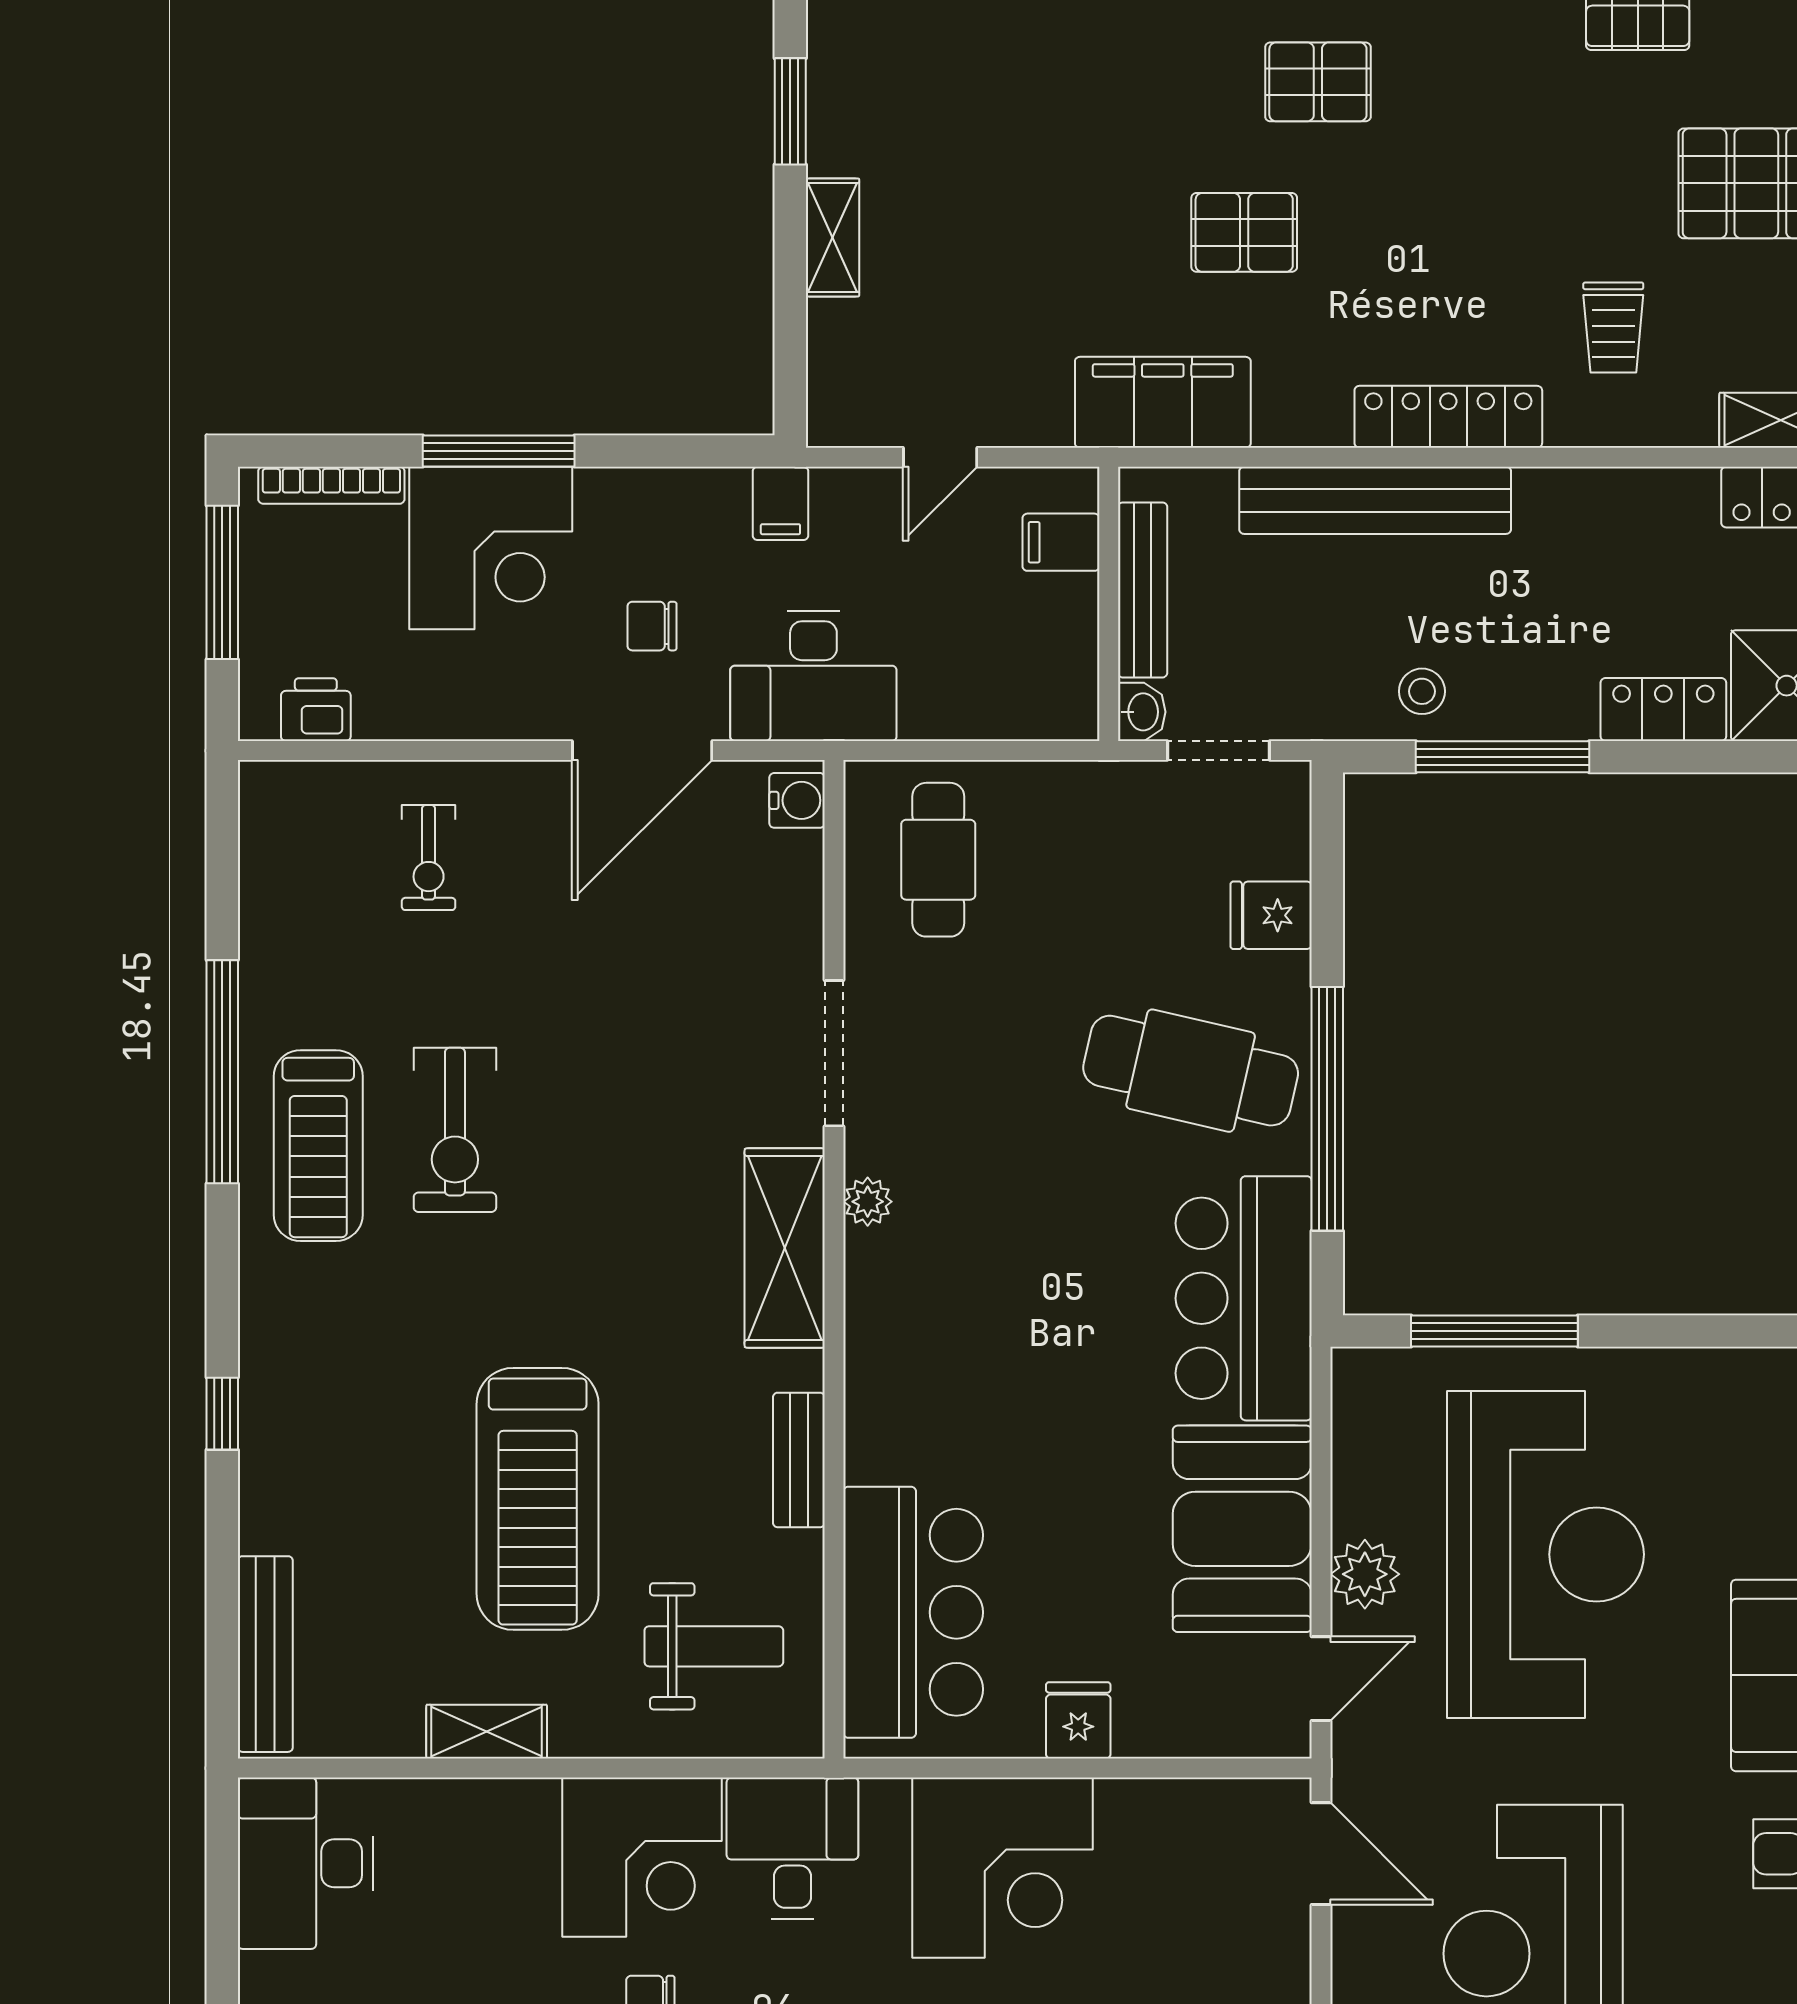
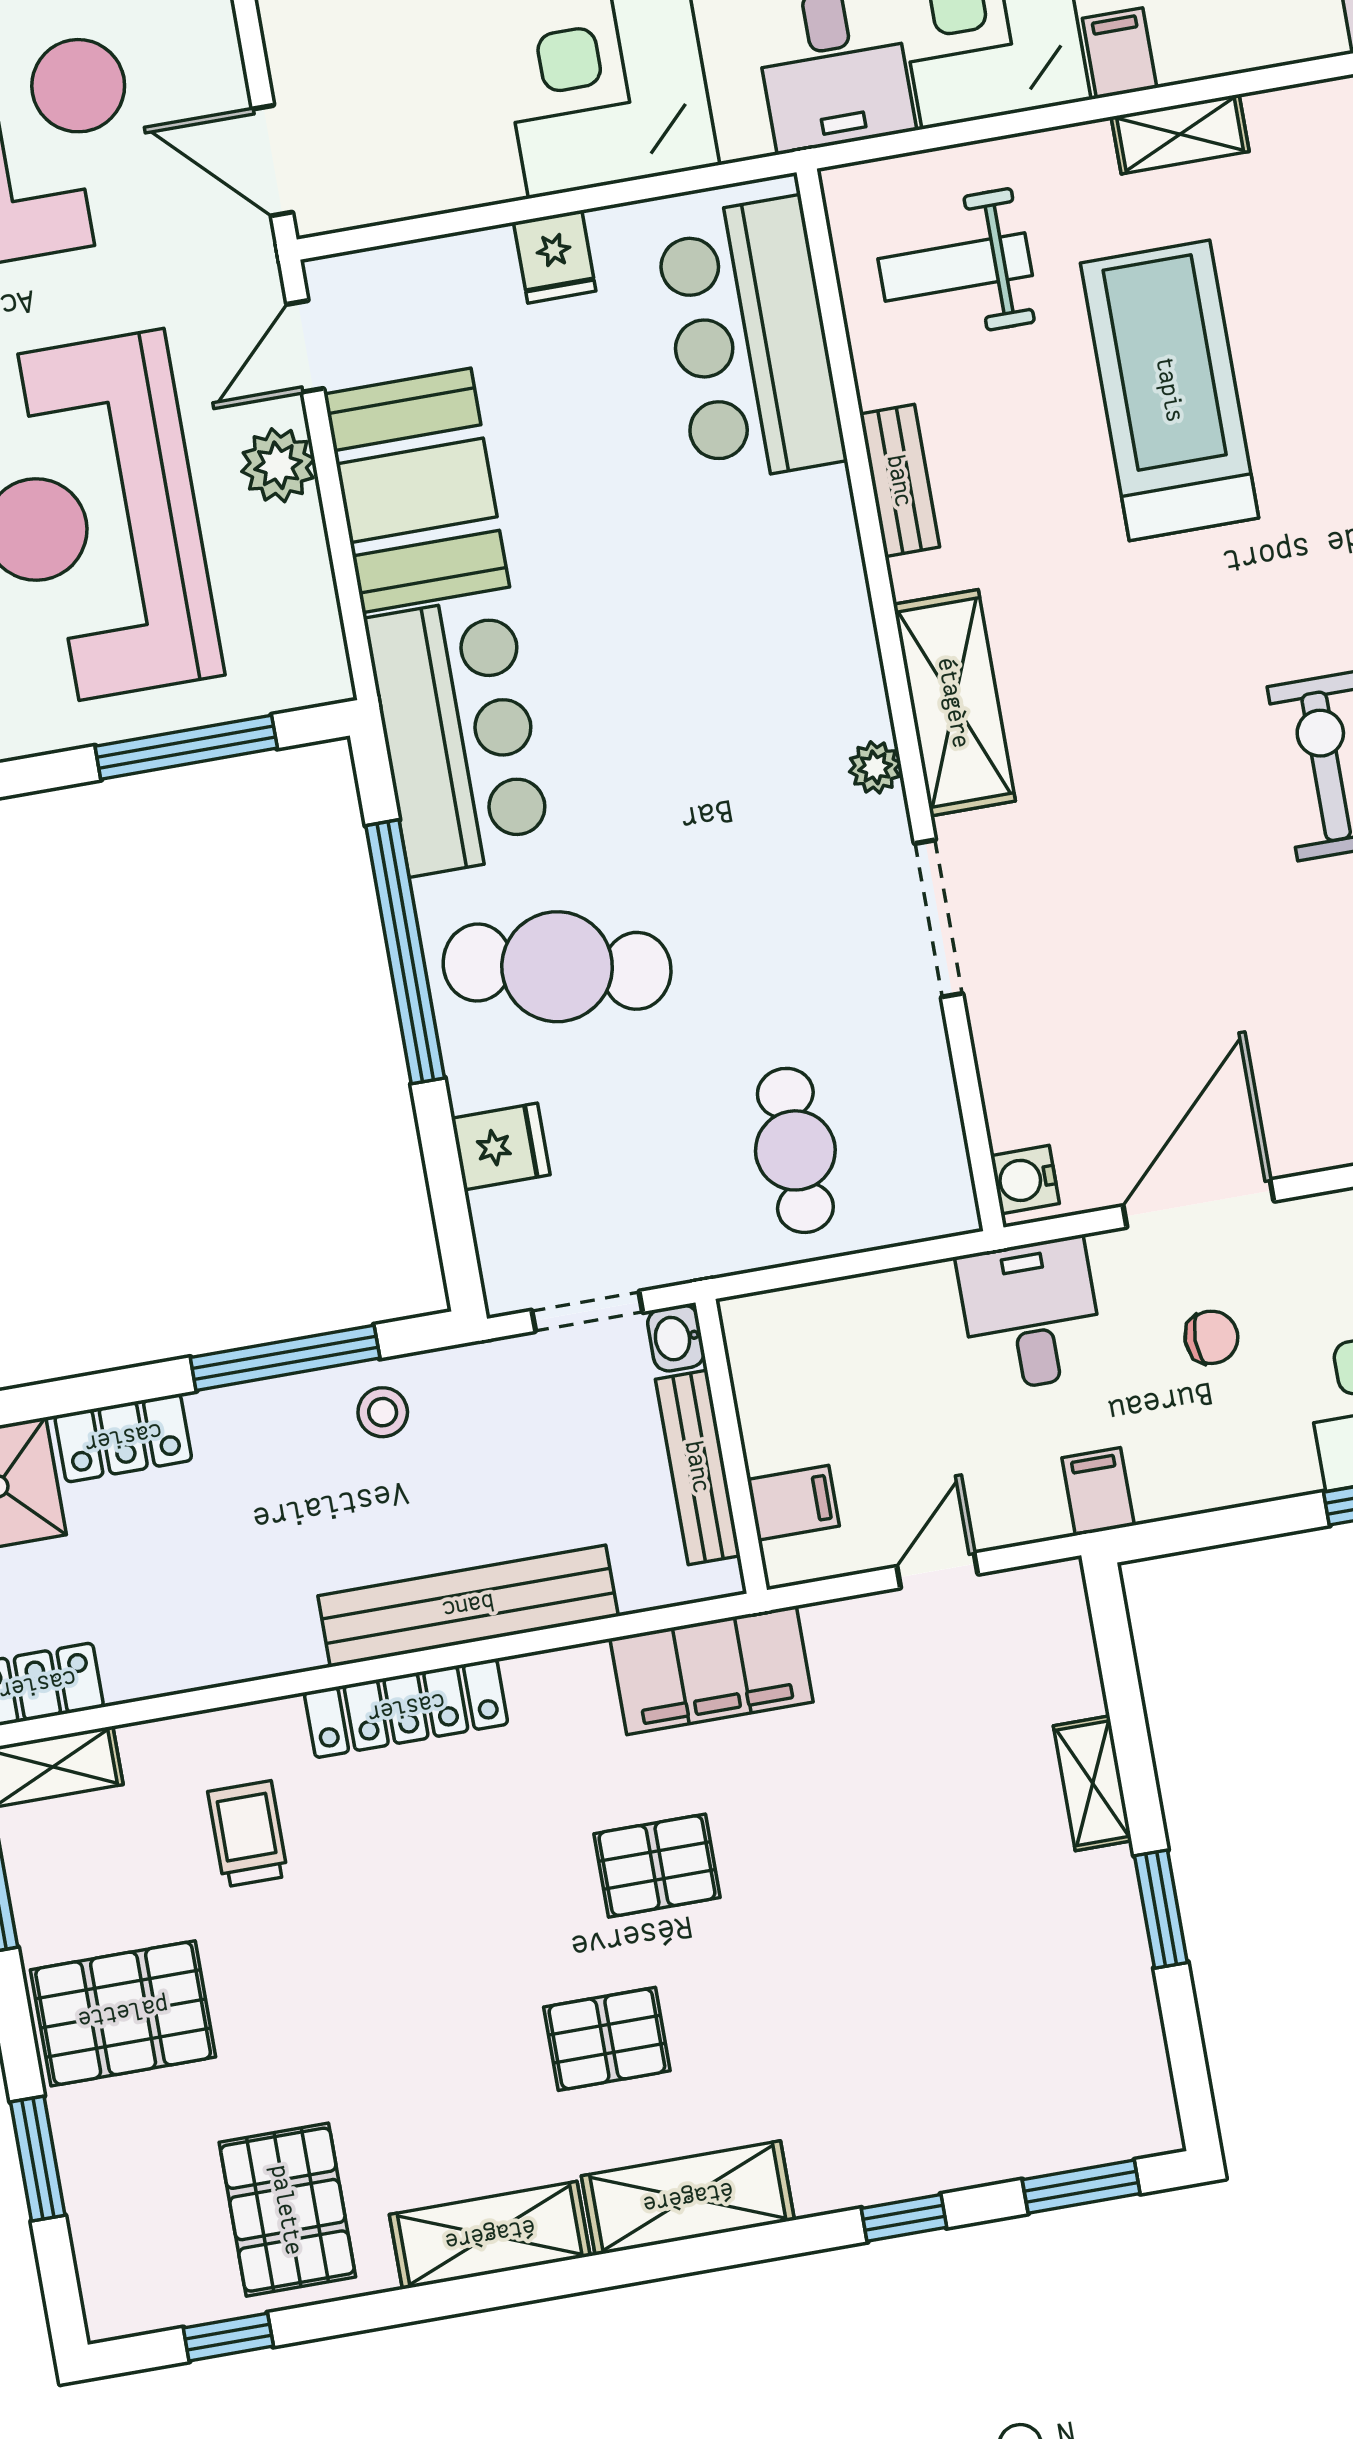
desk: (813, 676) -> (1031, 1315), width x0.73
cafe table: (938, 860) -> (795, 1150), moved
filing cabinet: (529, 1815) -> (1120, 53), added

